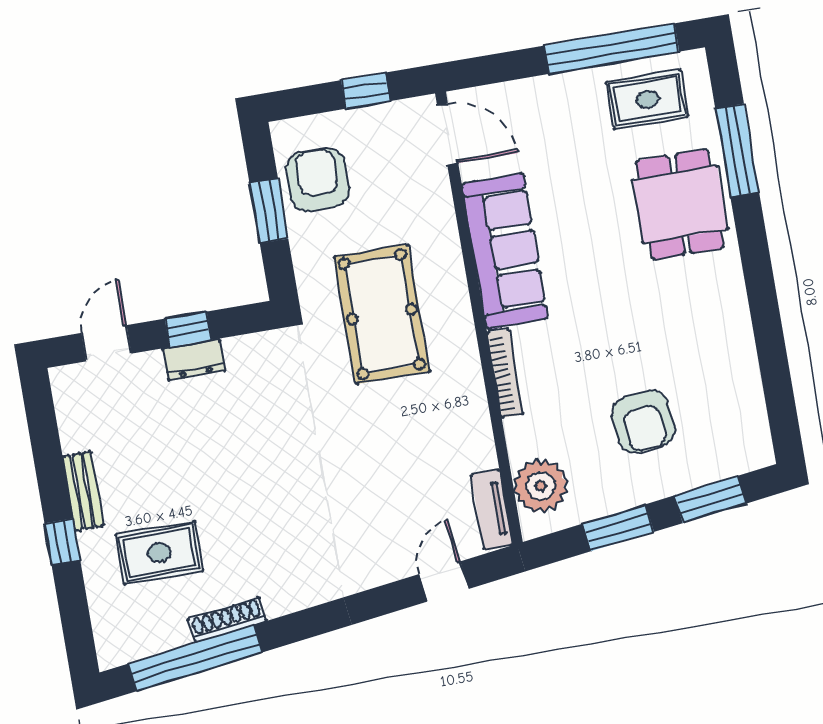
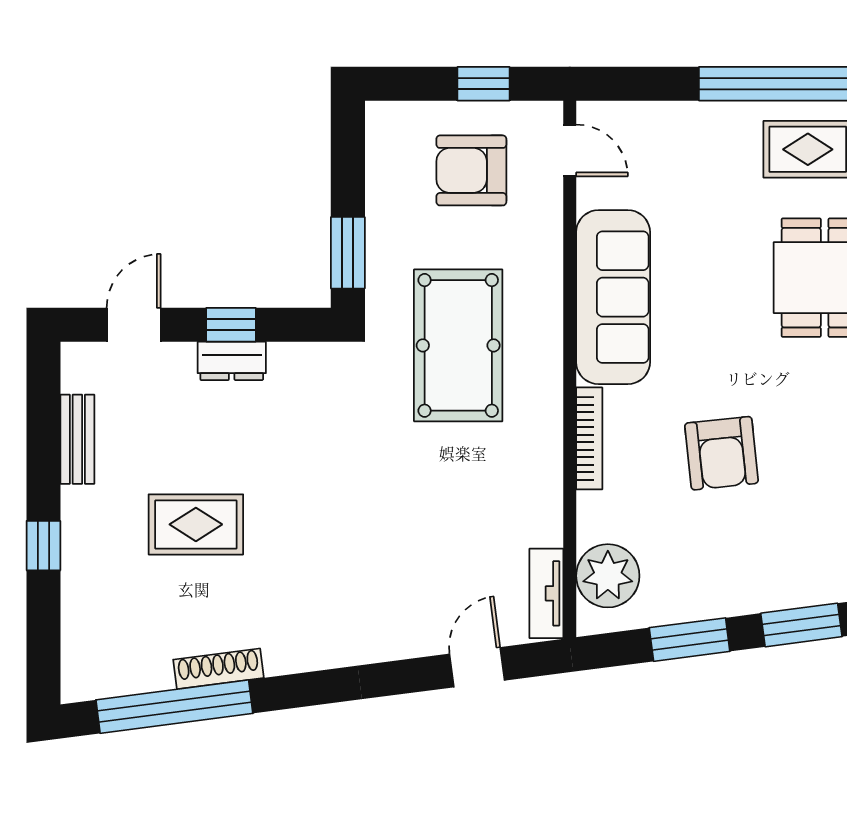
door: (448, 134) -> (570, 150), width x0.73
armchair: (318, 180) -> (471, 170), moved, turned -90
window: (269, 211) -> (348, 253), moved
armchair: (643, 422) -> (722, 453), moved
bench: (83, 491) -> (77, 439), moved
rug: (159, 553) -> (196, 524), moved

